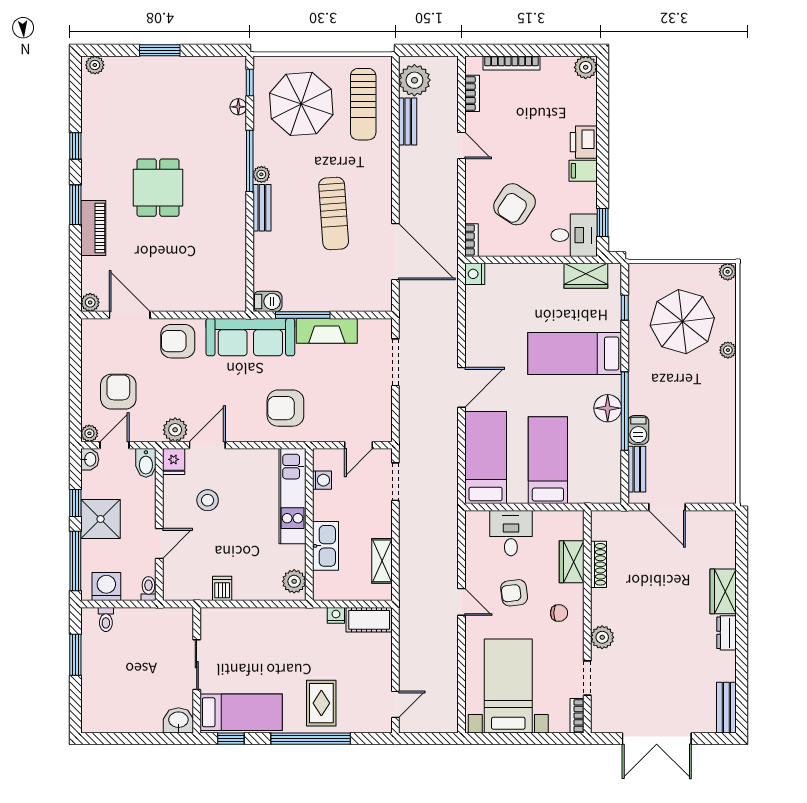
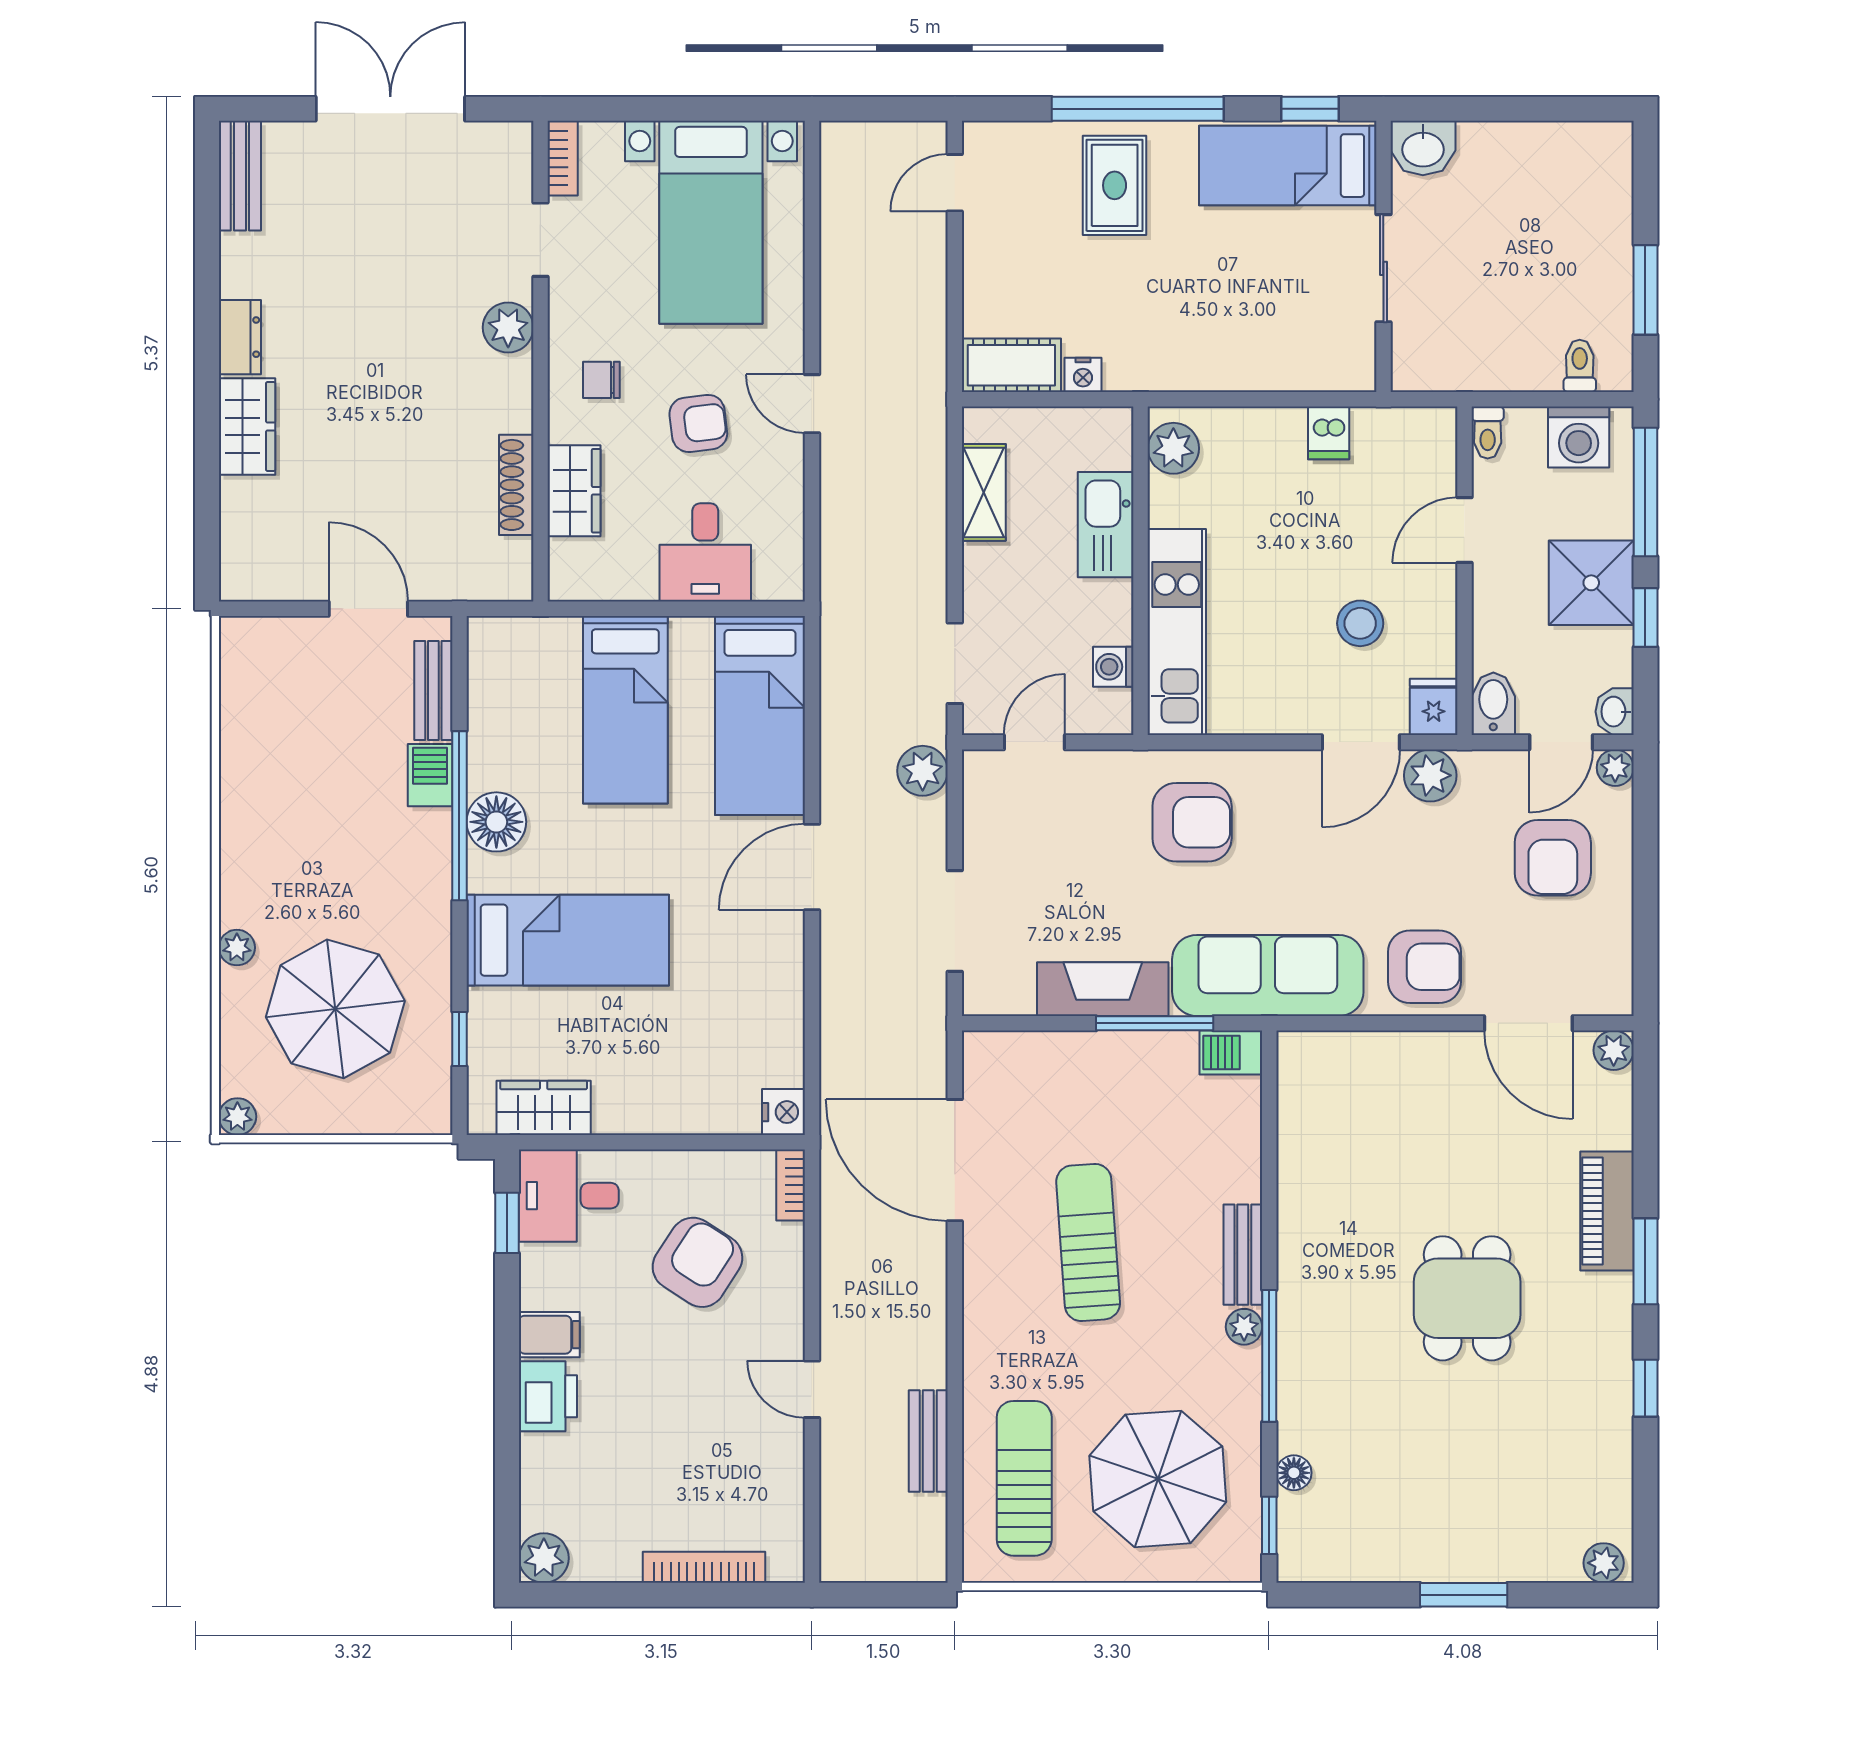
plant: (414, 80) -> (923, 771), moved, width x0.73, depth x0.73
bookcase: (472, 93) -> (789, 1502), removed

